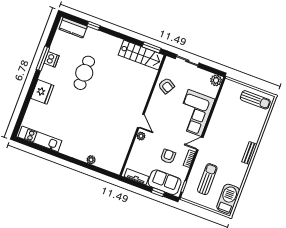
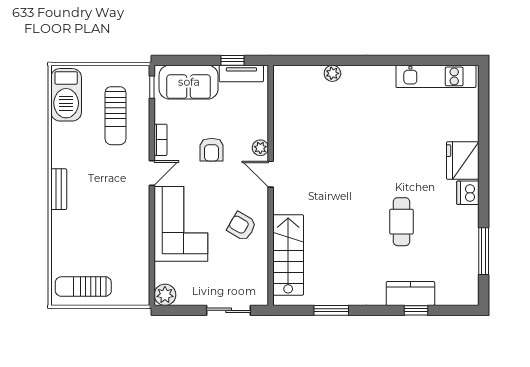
kitchen counter: (73, 28) -> (410, 293), moved
window: (152, 47) -> (331, 310), moved
stairs: (141, 55) -> (288, 255), moved, turned 90
window: (43, 59) -> (484, 251), moved
dishwasher: (52, 59) -> (468, 193), moved
cafe table: (84, 73) -> (401, 222), width x0.73, depth x0.74
armchair: (166, 86) -> (242, 226), moved
armchair: (168, 156) -> (212, 150), moved
window: (158, 192) -> (232, 60), moved

